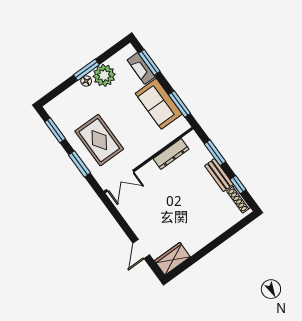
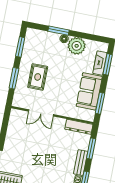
window: (86, 70) -> (59, 31), moved
rug: (99, 140) -> (38, 77), width x0.73, depth x0.70
dresser: (171, 154) -> (79, 127), moved
double door: (120, 181) -> (41, 113), moved

